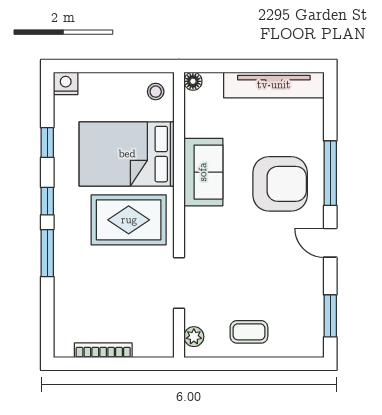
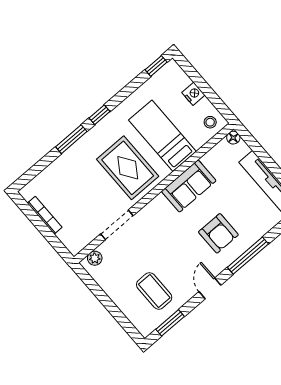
nightstand: (66, 83) -> (193, 94), moved
window: (47, 143) -> (156, 66), moved
bed: (127, 154) -> (162, 136), width x0.67
armchair: (280, 184) -> (218, 233), width x0.73, depth x0.73
coffee table: (249, 332) -> (154, 291), moved, width x1.36, depth x1.30

